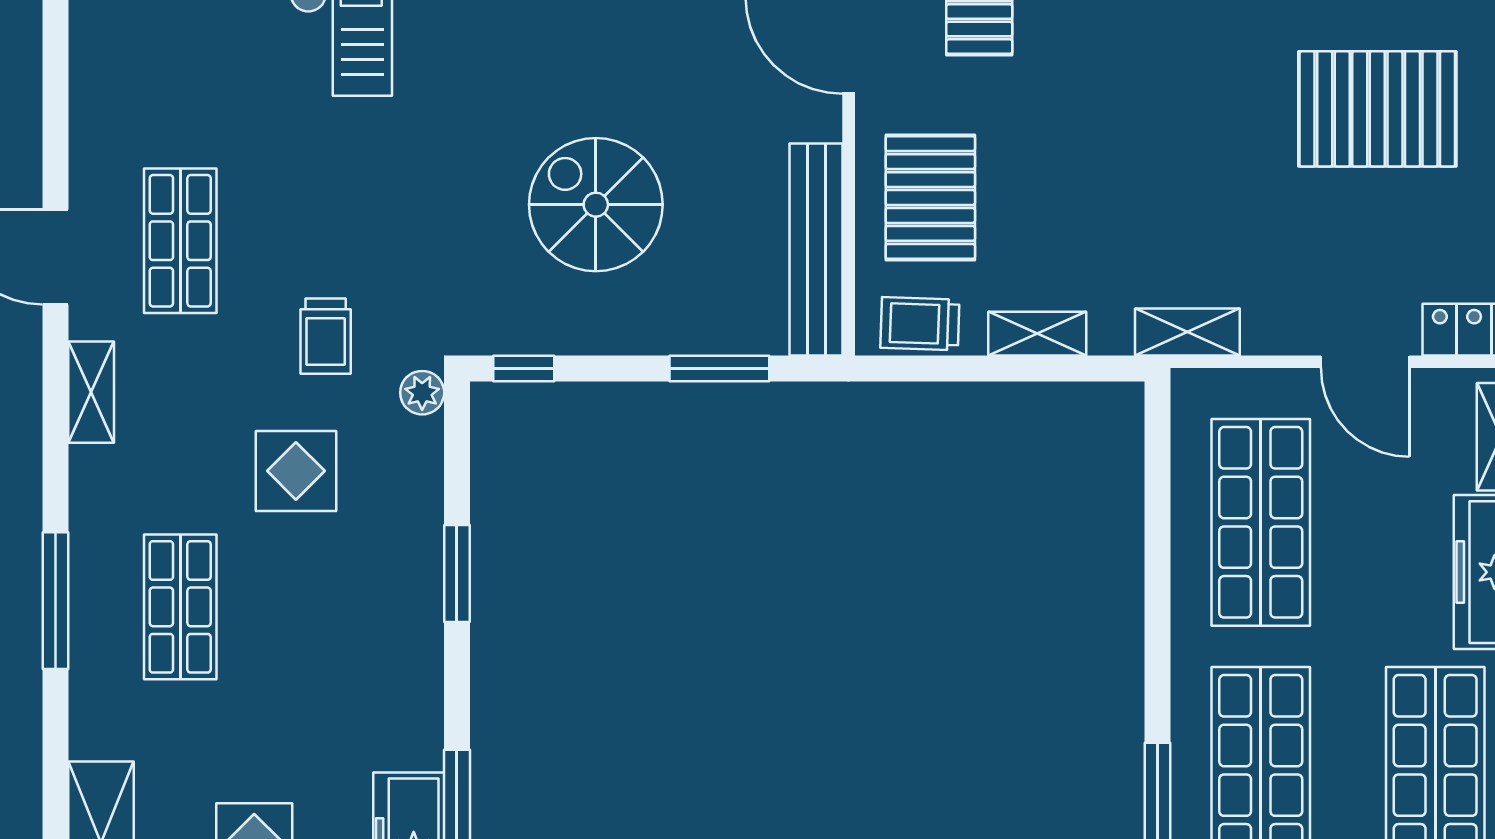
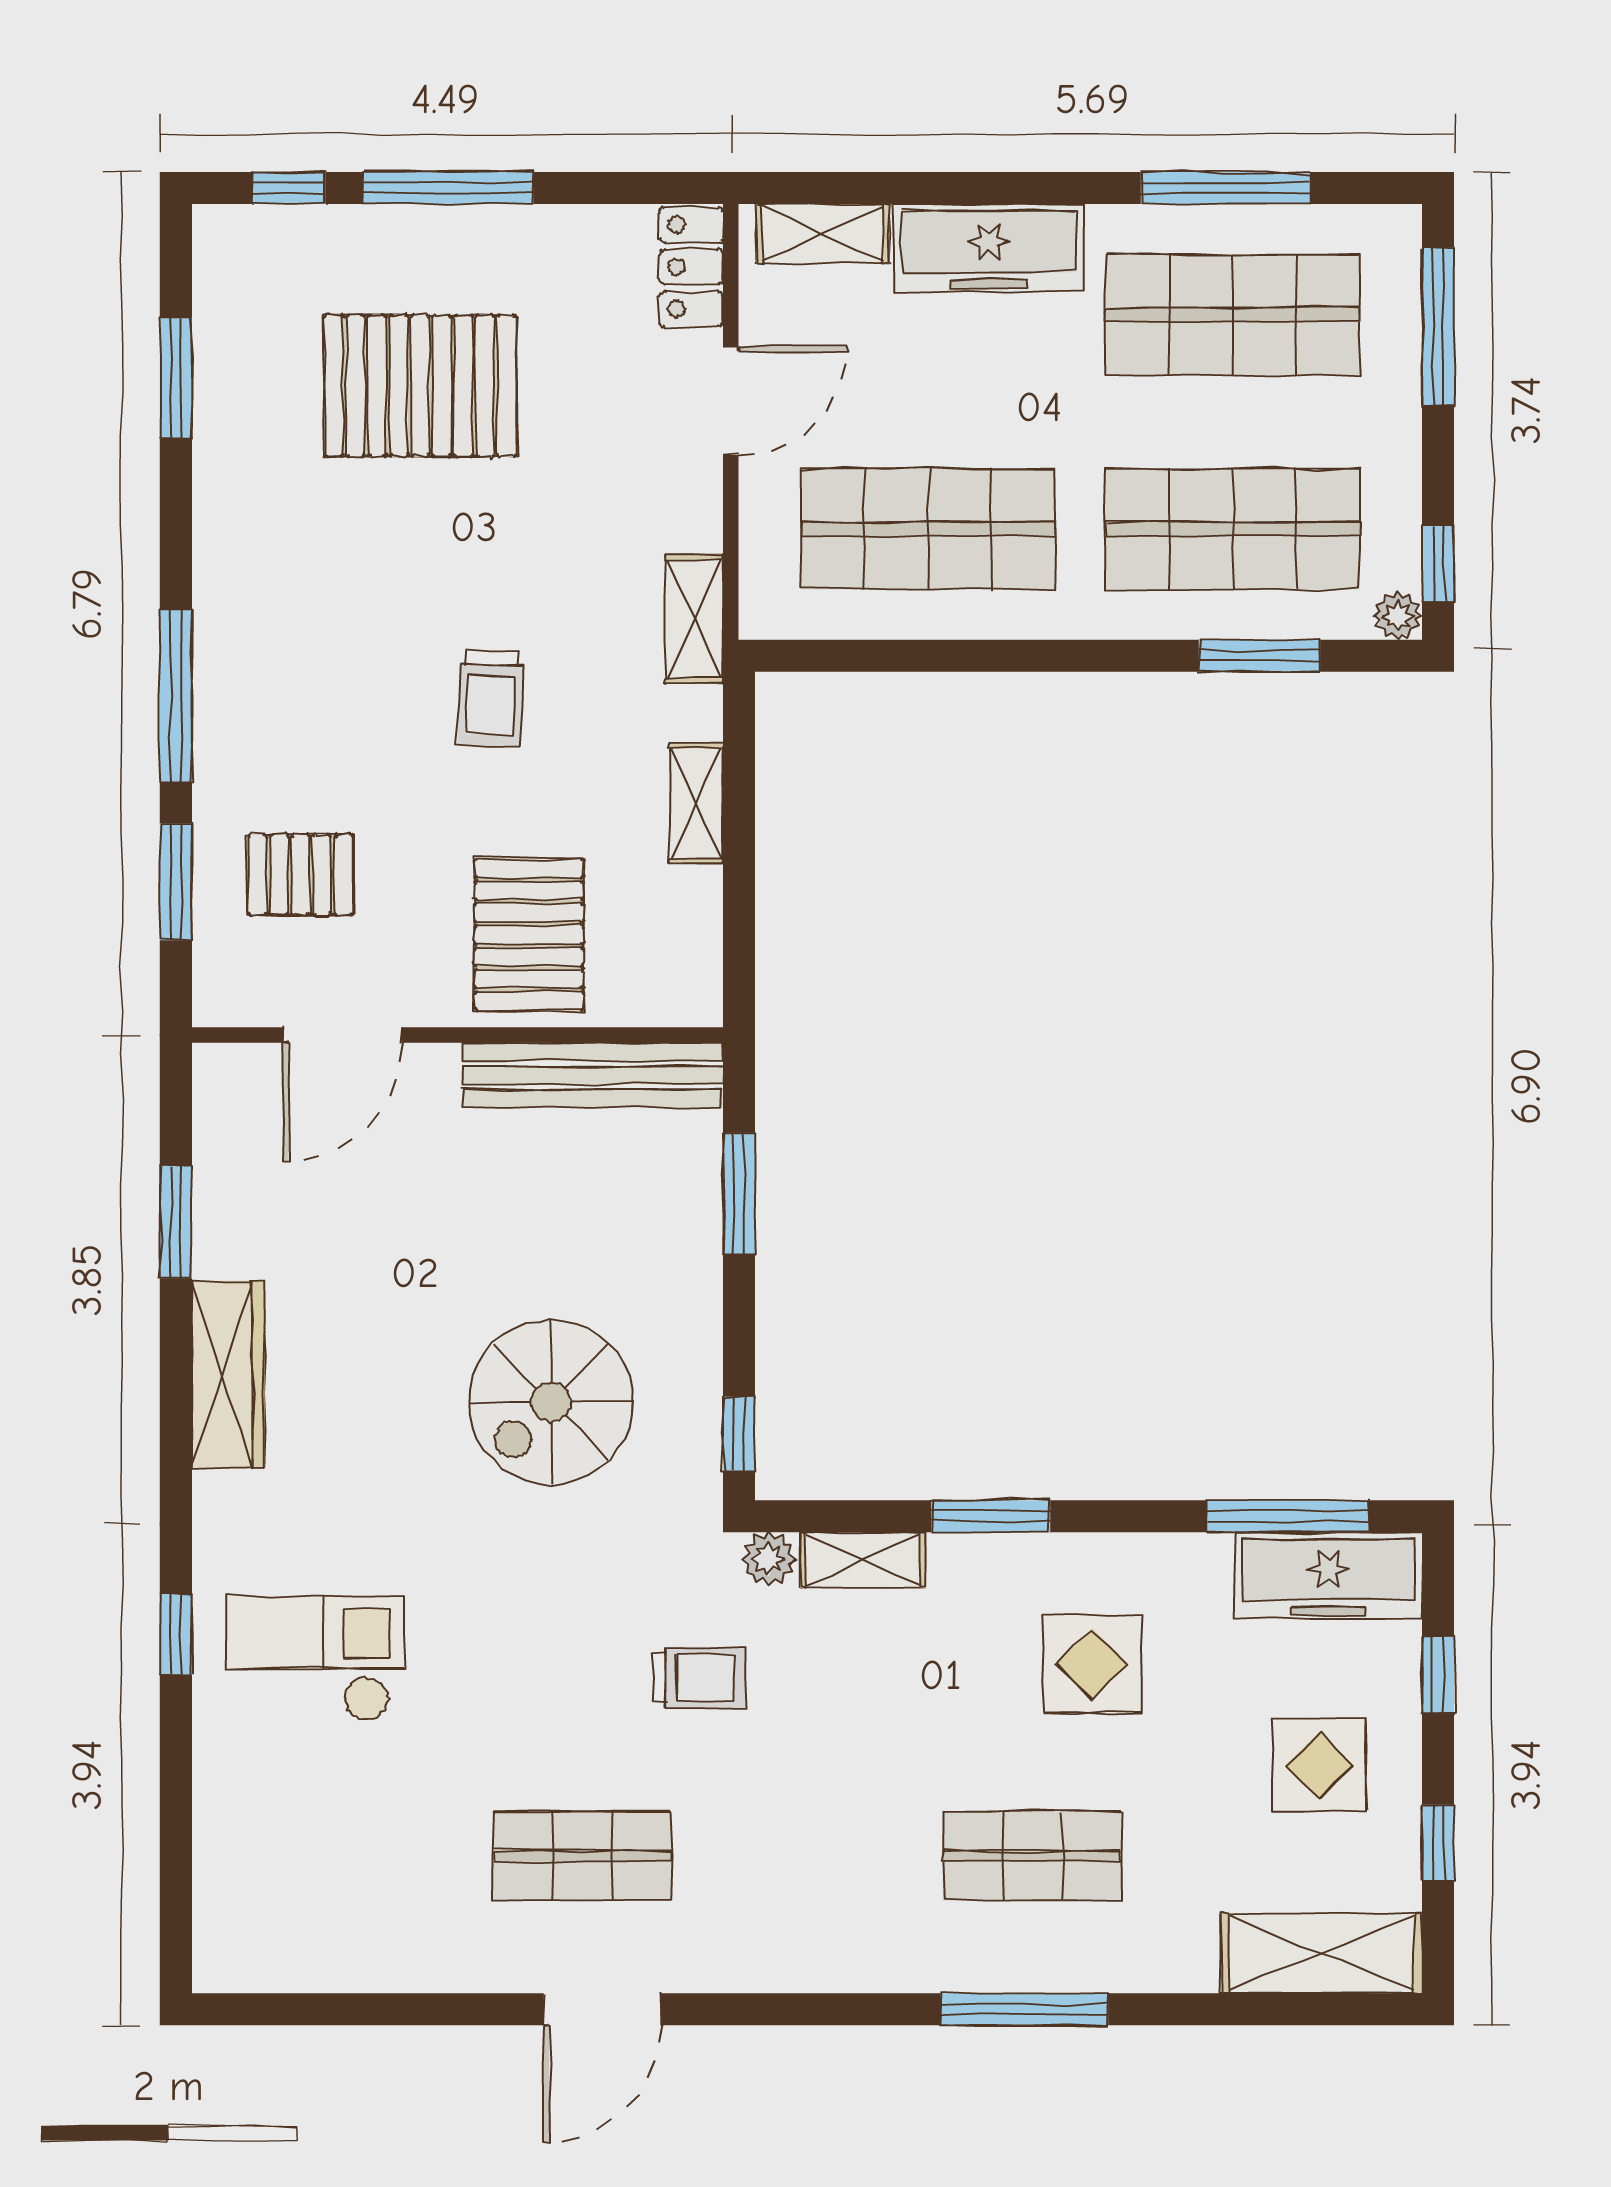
pallet: (1377, 109) -> (420, 386), turned 90
pallet: (930, 198) -> (529, 935), turned 90
spiral stairs: (596, 205) -> (551, 1402), moved
trolley: (920, 324) -> (491, 699), moved
shelving: (91, 392) -> (863, 1560), moved
display table: (296, 471) -> (1092, 1664), moved

